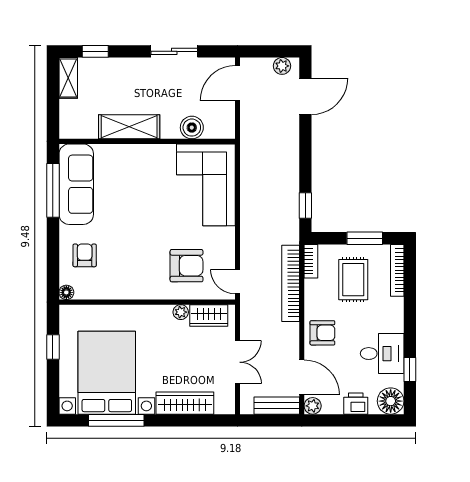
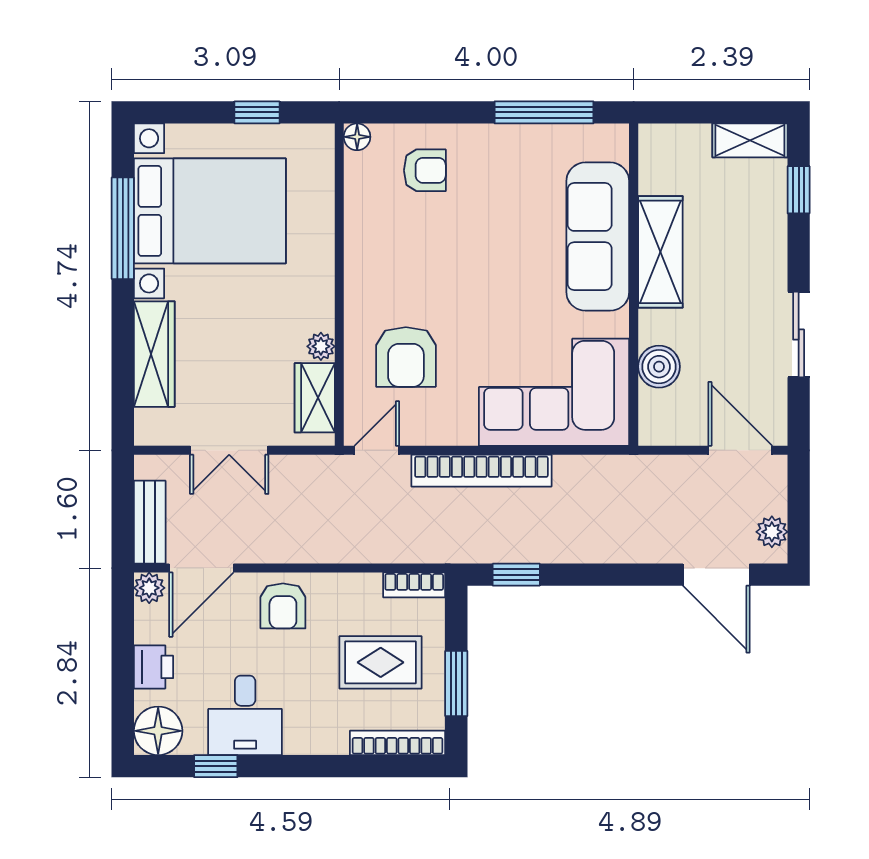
sofa: (76, 184) -> (598, 237), moved, turned 90
bookcase: (291, 283) -> (481, 471), moved, turned 180

